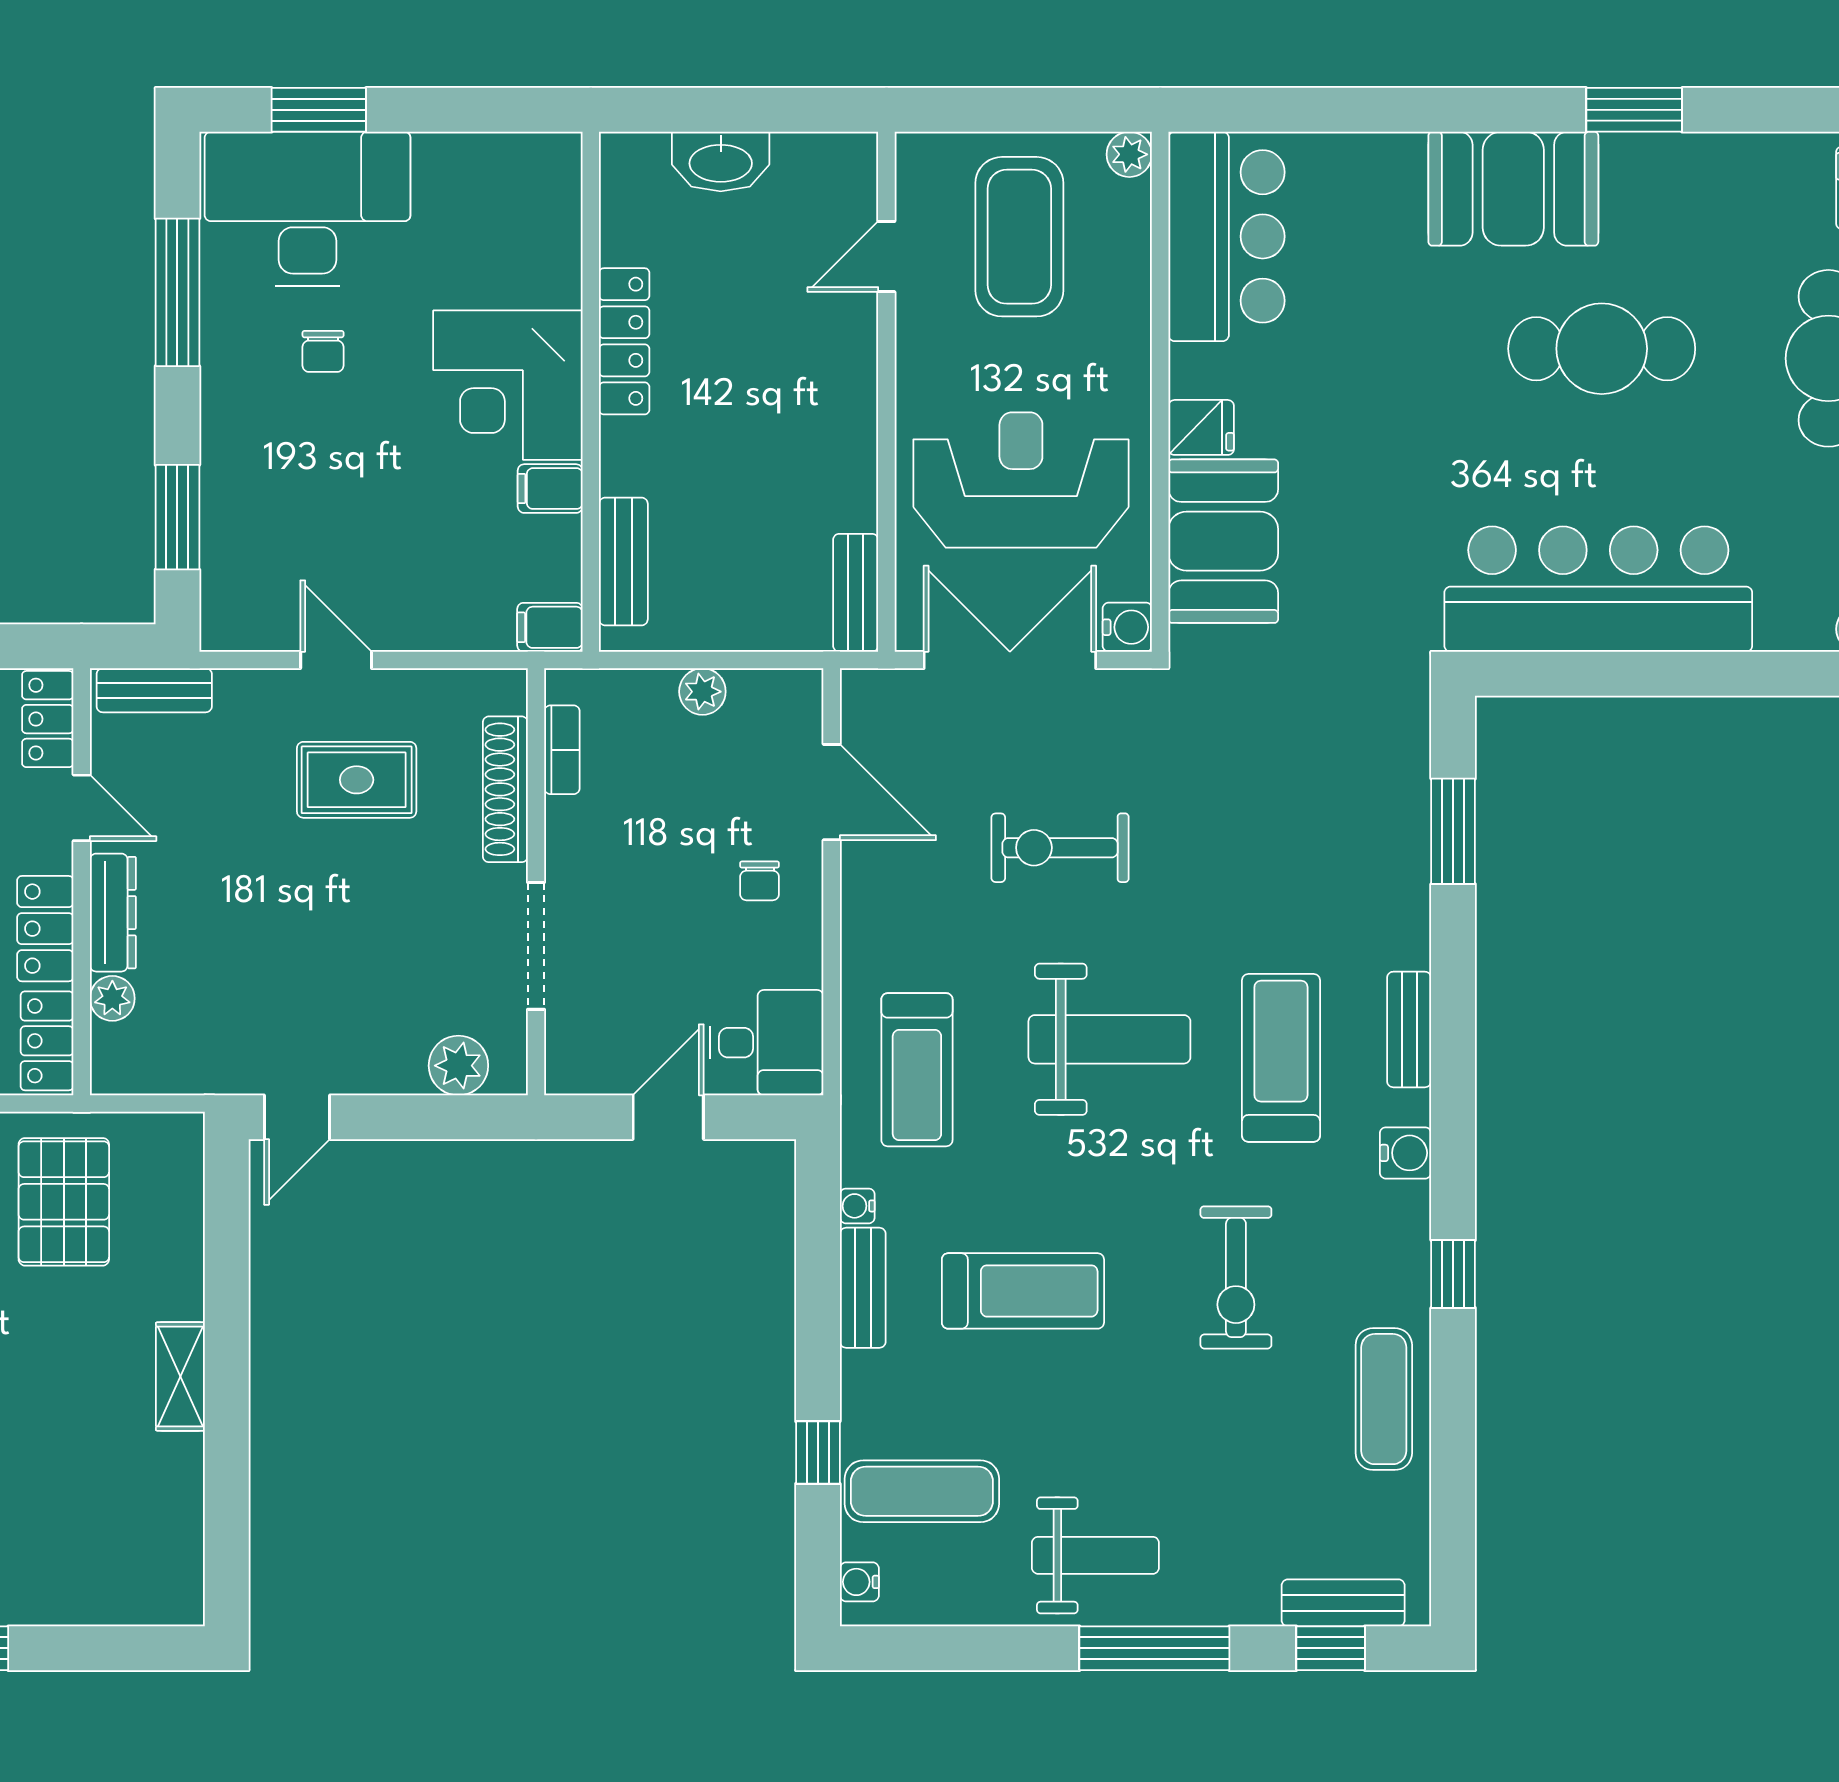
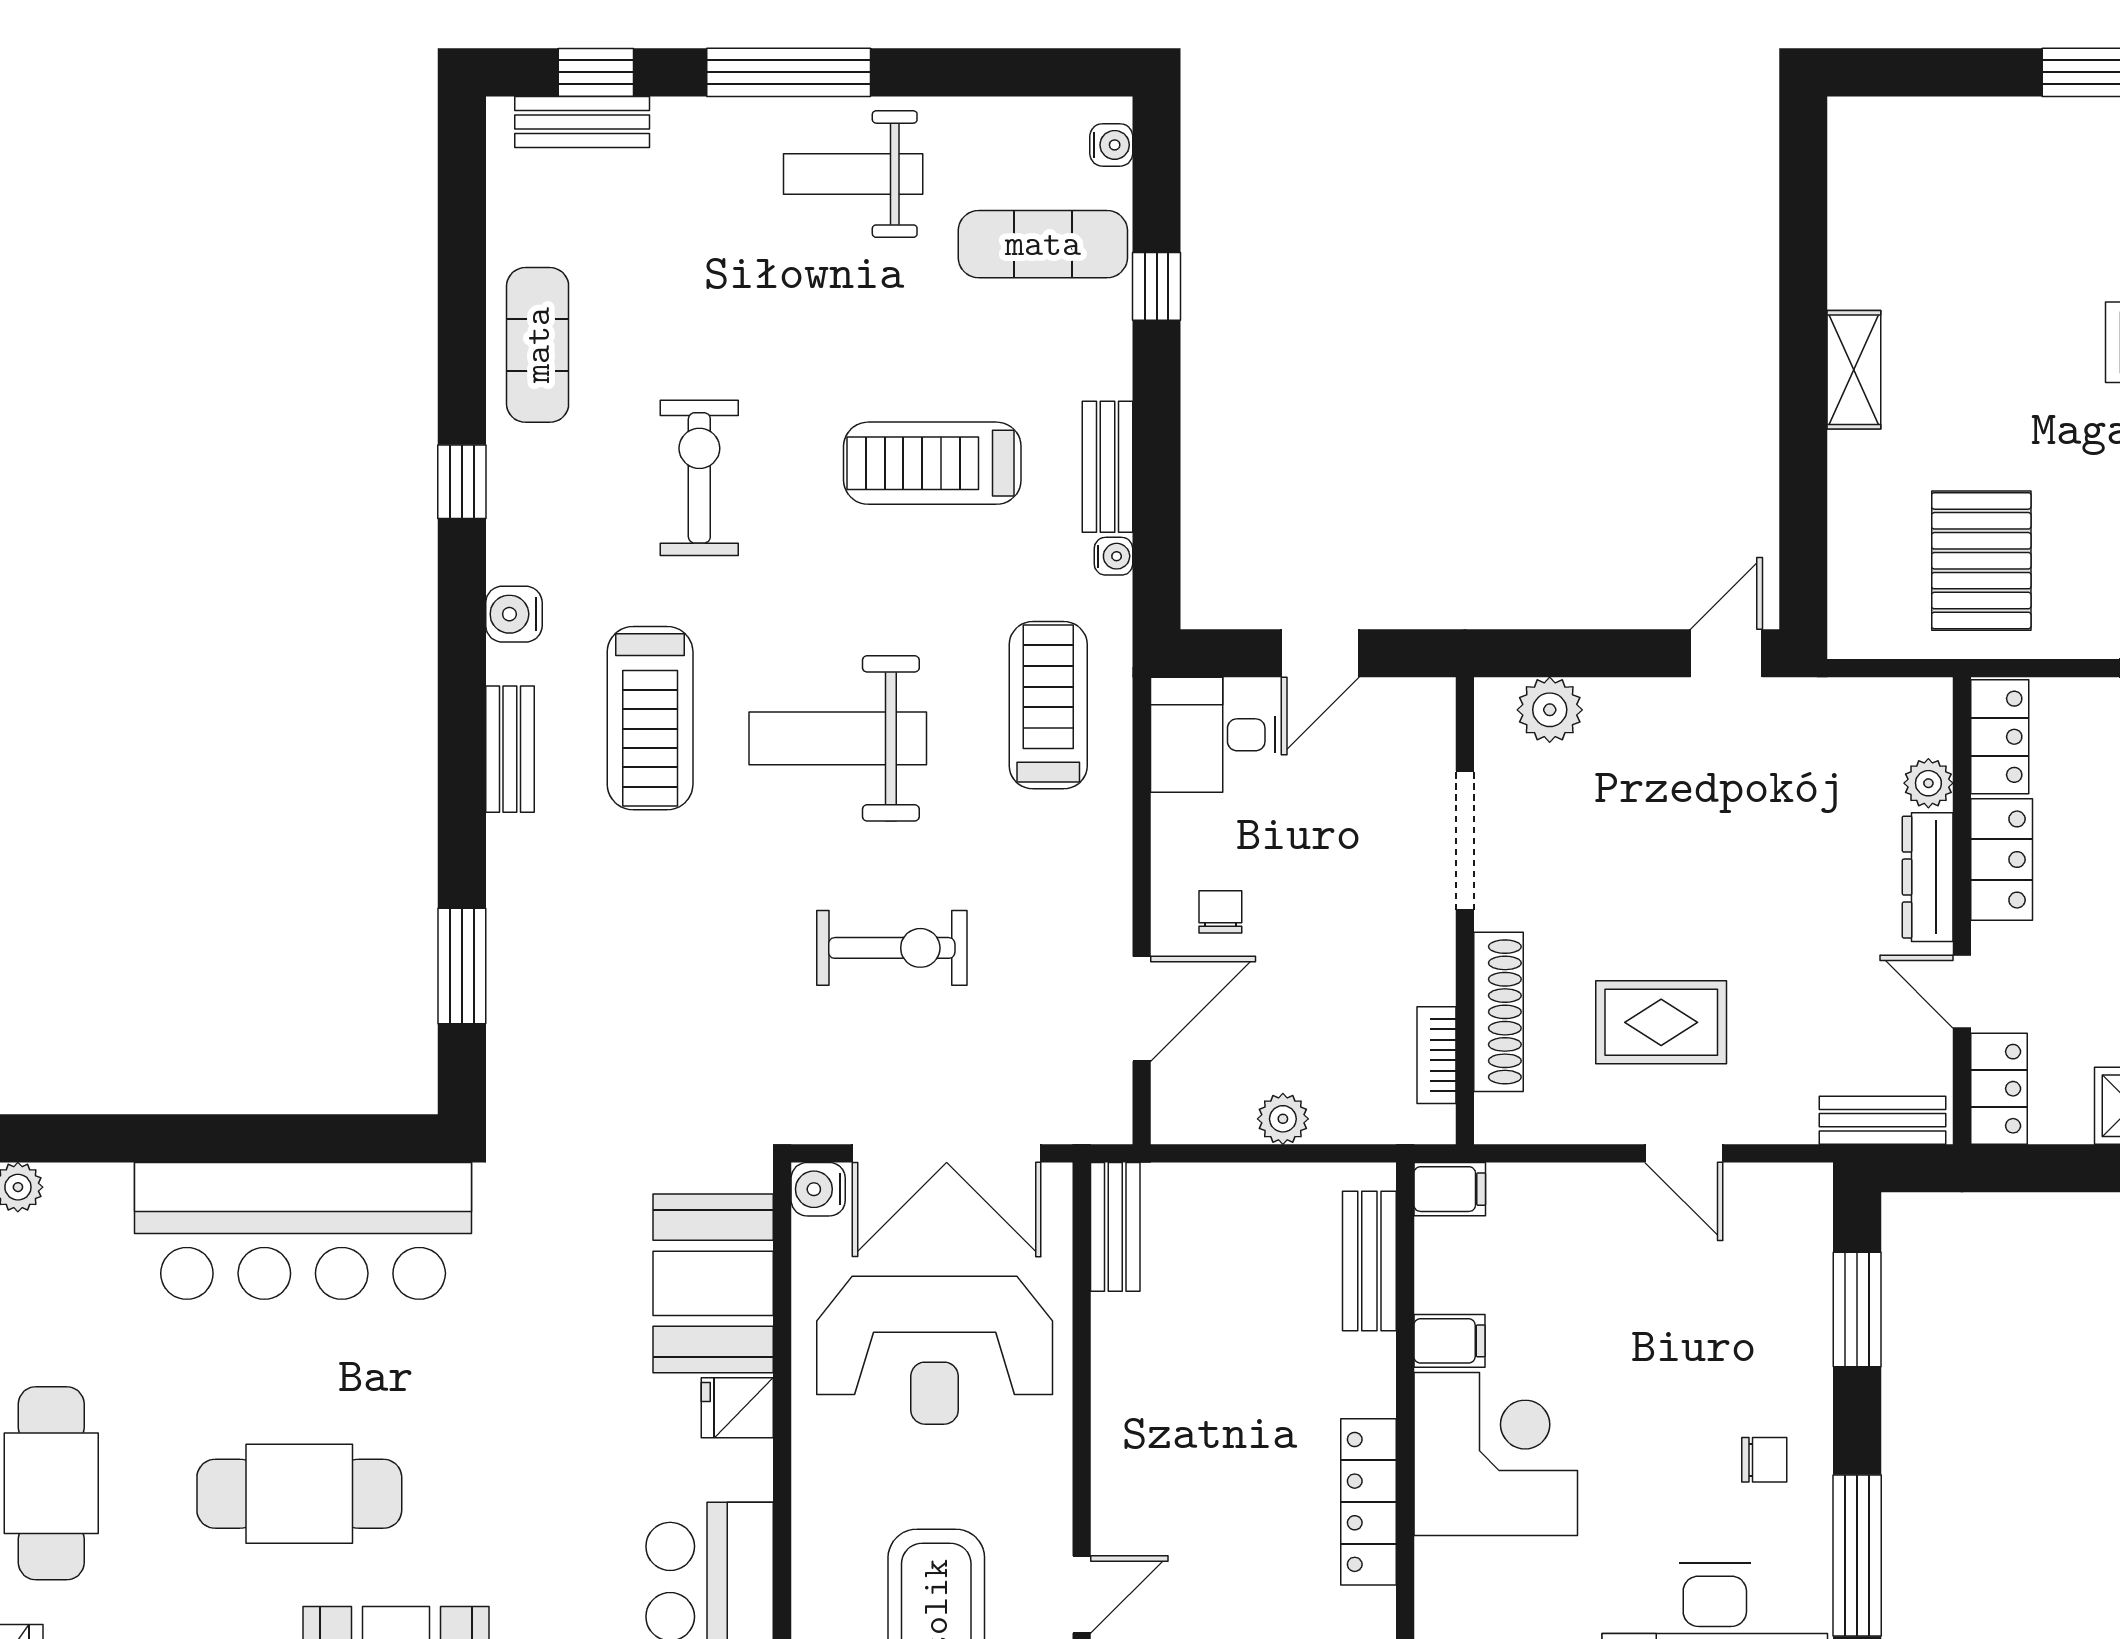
chair: (323, 351) -> (1764, 1460), moved, turned 90
door: (832, 792) -> (1142, 1009), swing flipped

